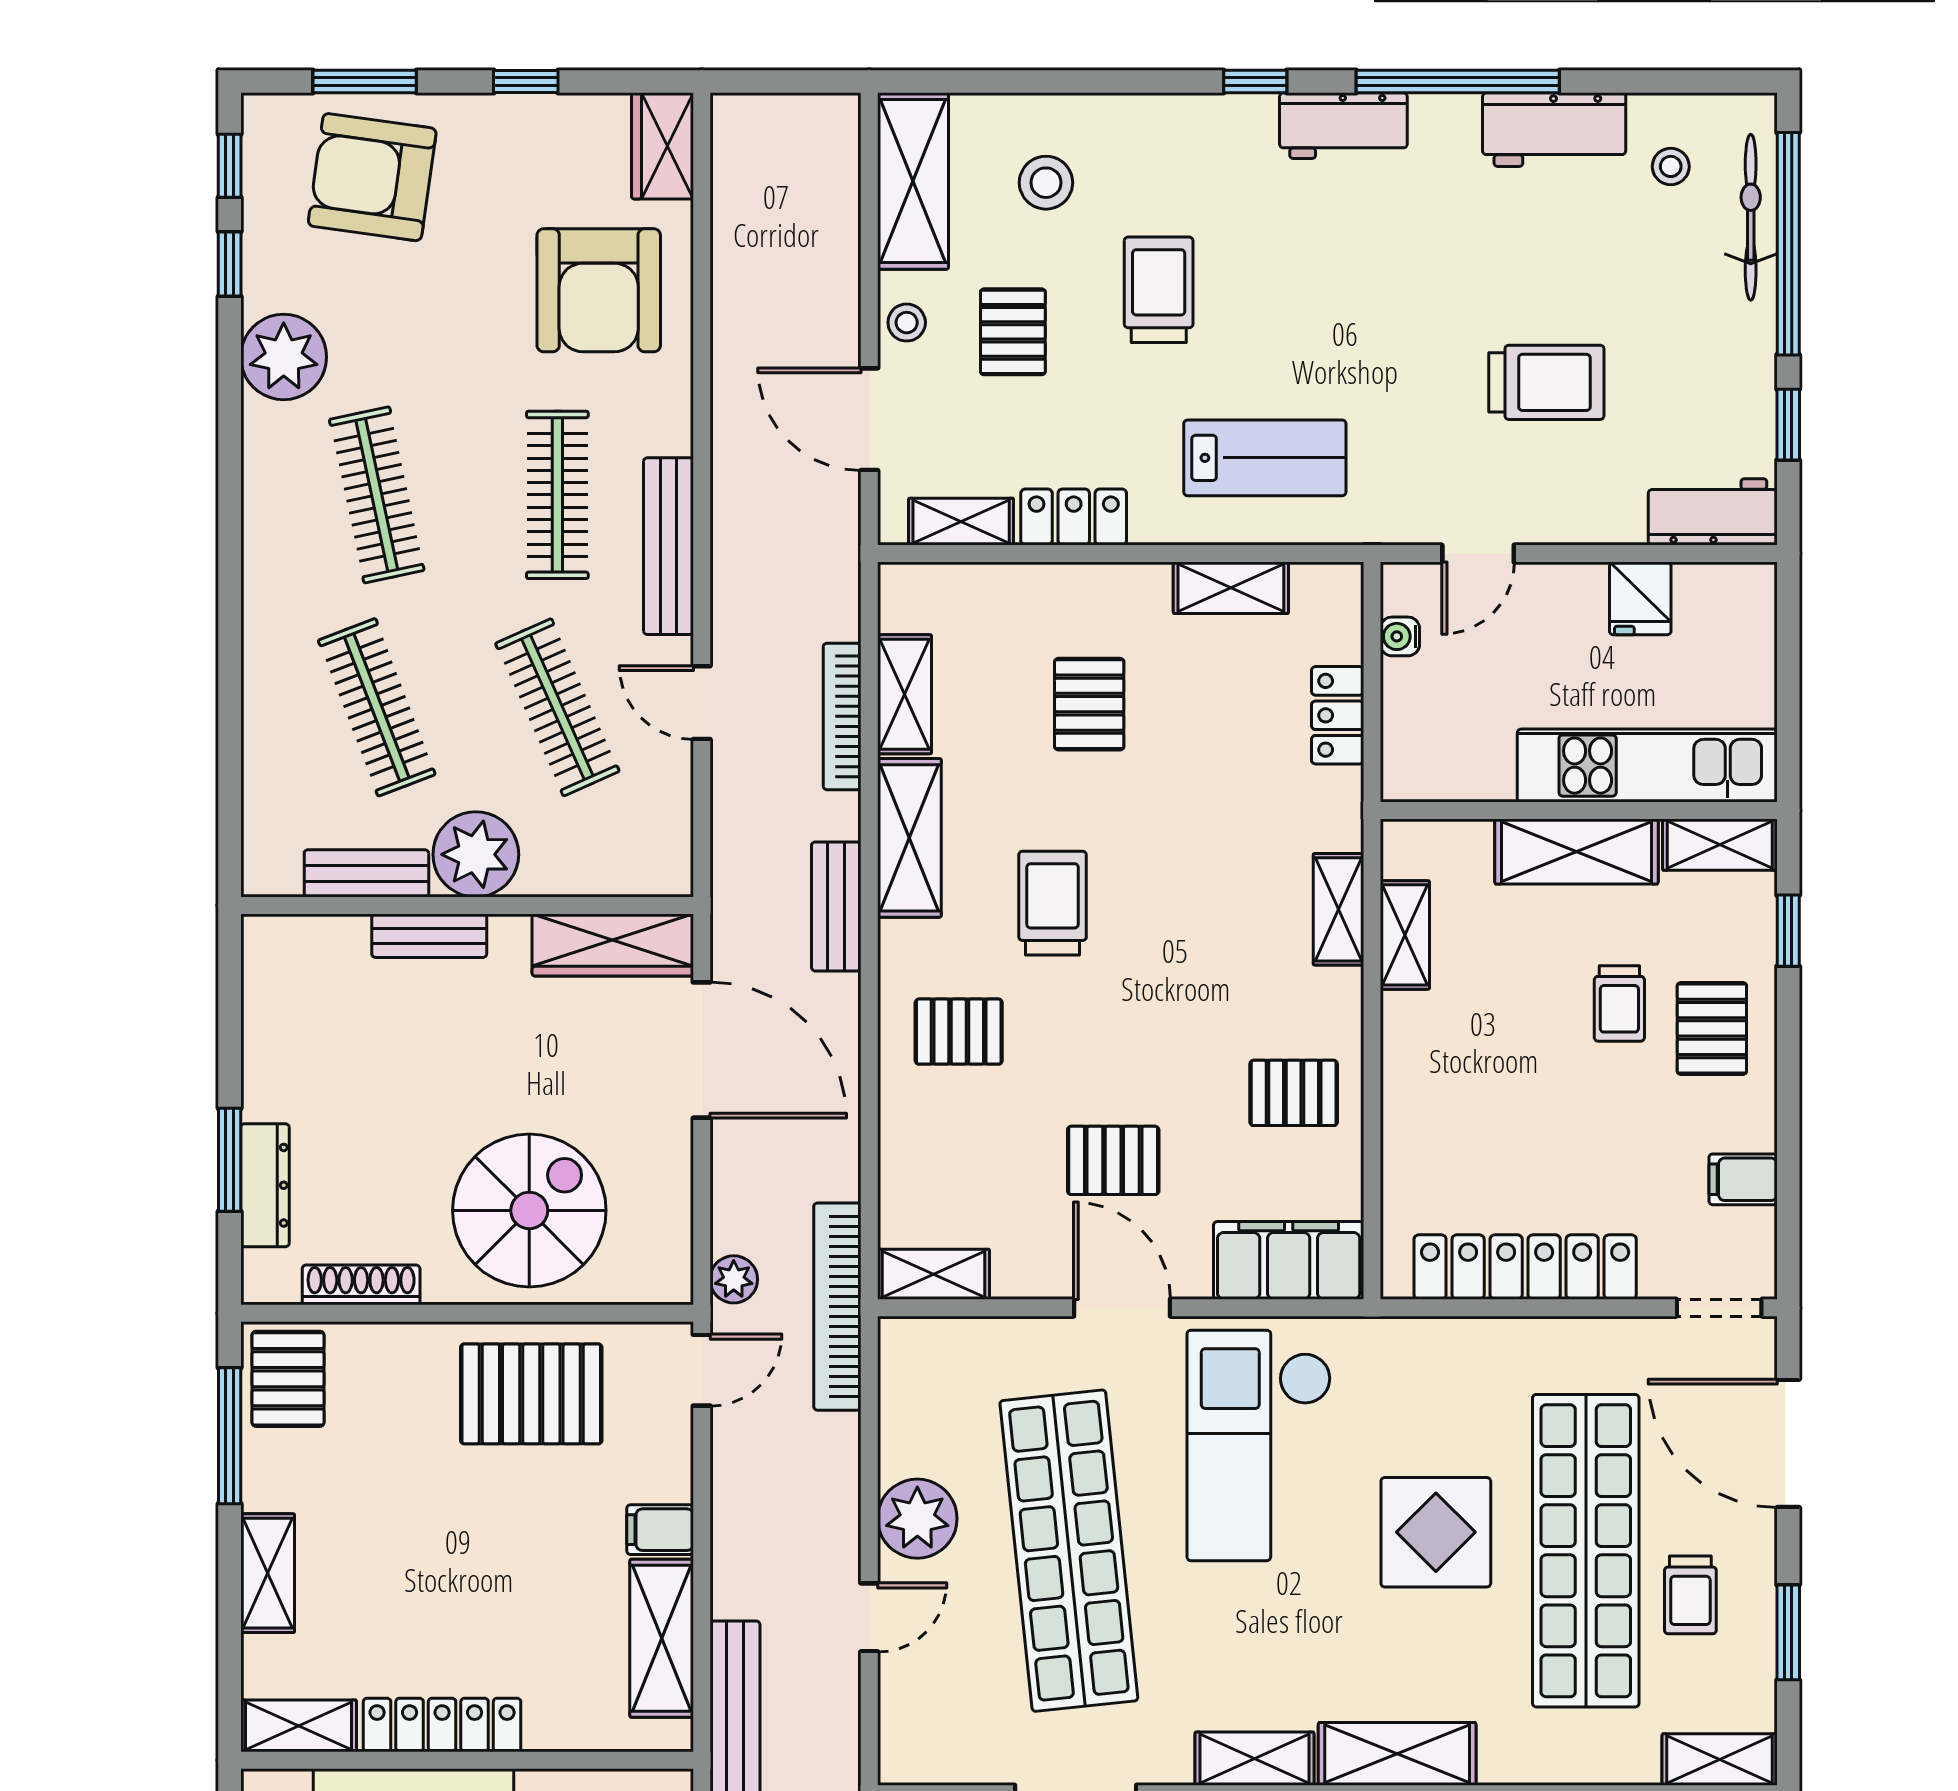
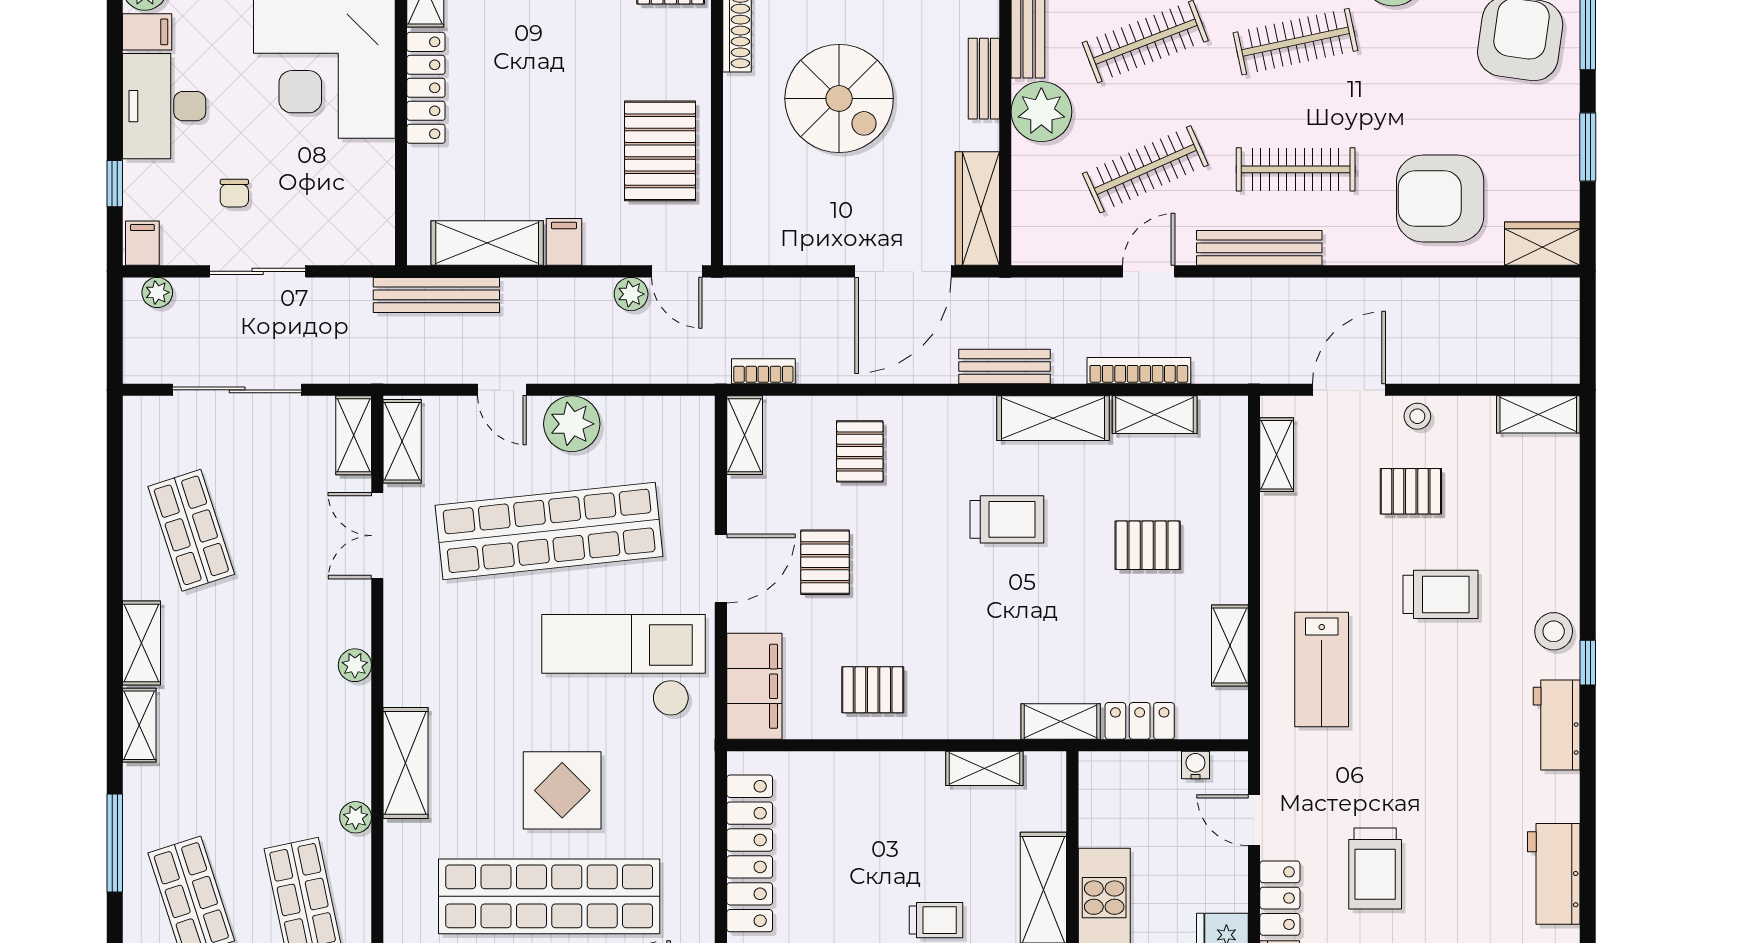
window: (526, 82) -> (1588, 147), width x1.50
window: (1458, 82) -> (1588, 806), removed
shelving: (913, 181) -> (1538, 414), width x0.67, depth x0.75
stool: (1046, 183) -> (1554, 631), moved
locker: (1074, 517) -> (1280, 898), moved
shelving: (1338, 909) -> (1061, 722), moved
trolley: (1619, 1003) -> (936, 920), turned 180
pallet: (959, 1032) -> (860, 451), moved
pallet: (1294, 1093) -> (873, 690), turned 90
spiral stairs: (529, 1210) -> (839, 98), moved
plant: (734, 1279) -> (631, 294), moved
bookcase: (837, 1307) -> (763, 371), width x0.43, depth x0.76
shelving: (1254, 1759) -> (402, 441), moved

